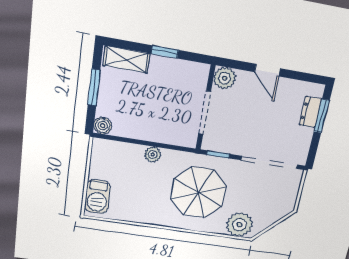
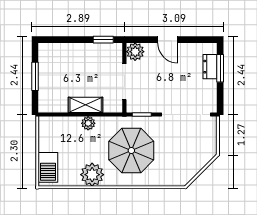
window: (165, 52) -> (103, 40), moved
shelving: (126, 60) -> (86, 105), moved
boiler: (103, 126) -> (45, 106), removed
plant: (240, 225) -> (92, 175), moved

